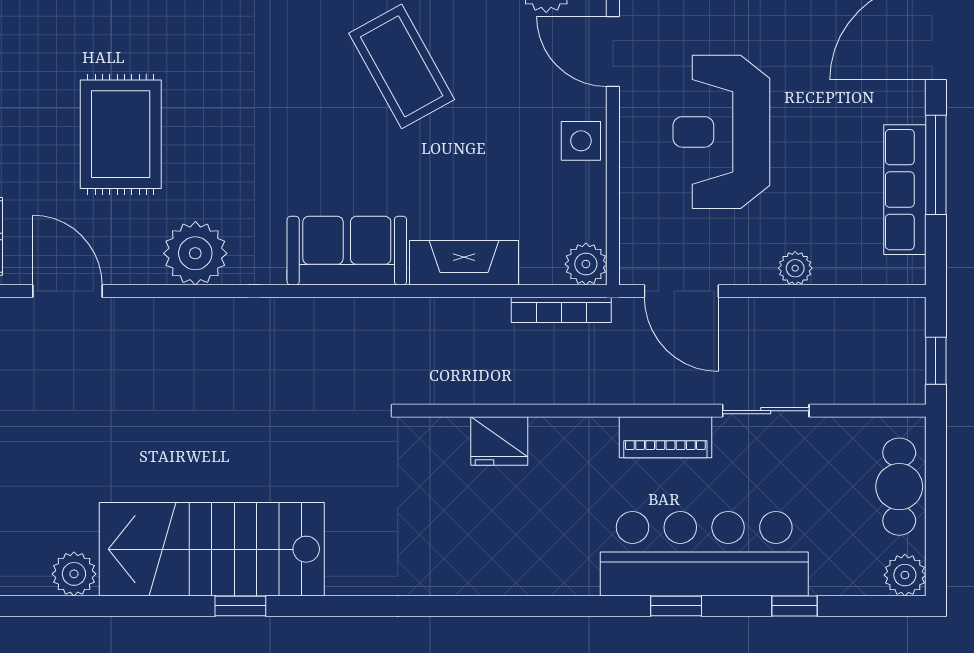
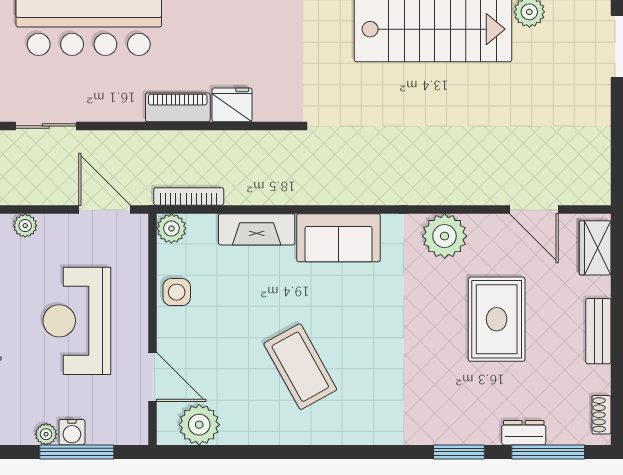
reception desk: (721, 132) -> (77, 321), turned 180
side table: (581, 141) -> (177, 292), moved
piano: (665, 437) -> (178, 107), moved

